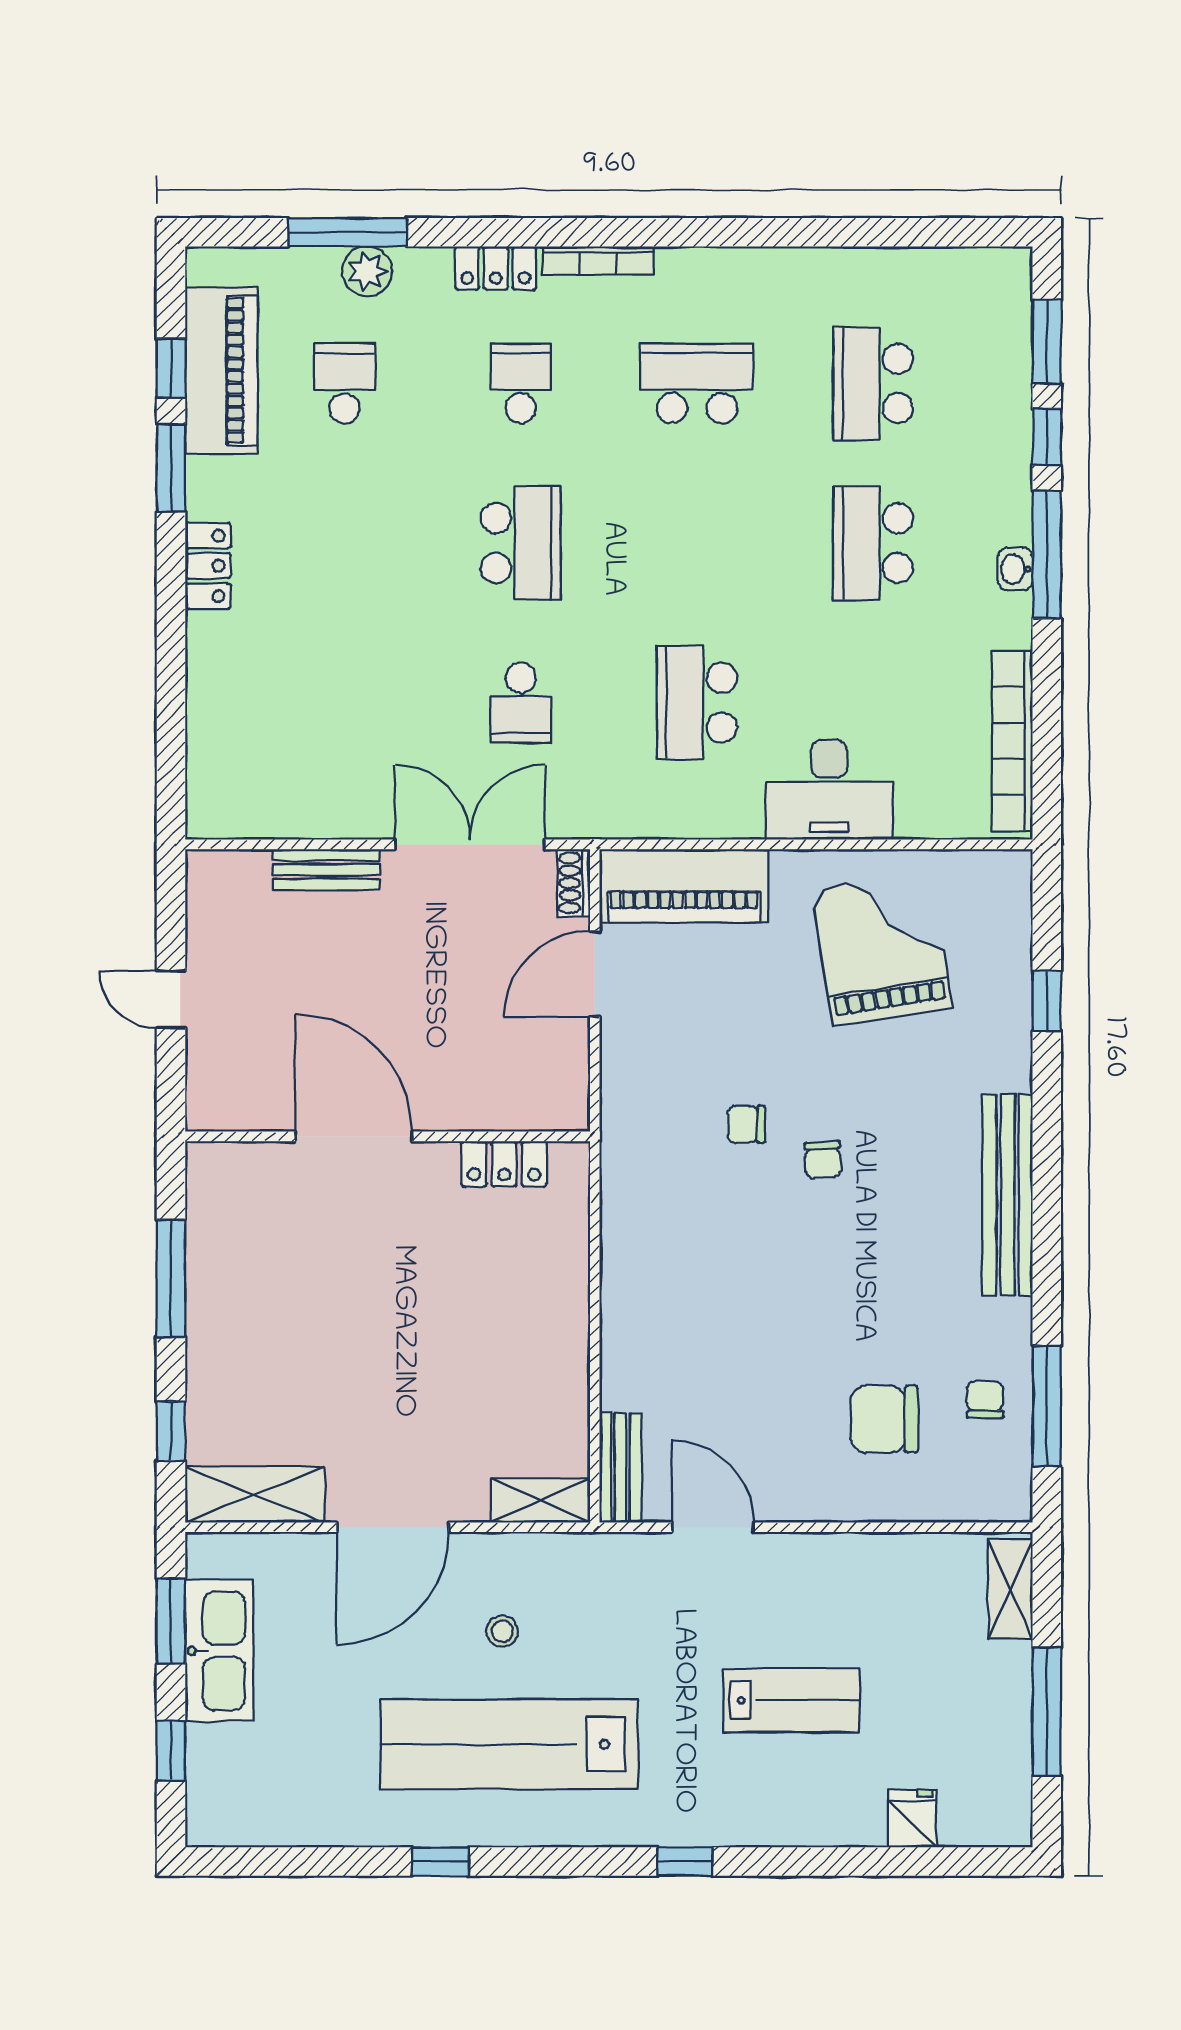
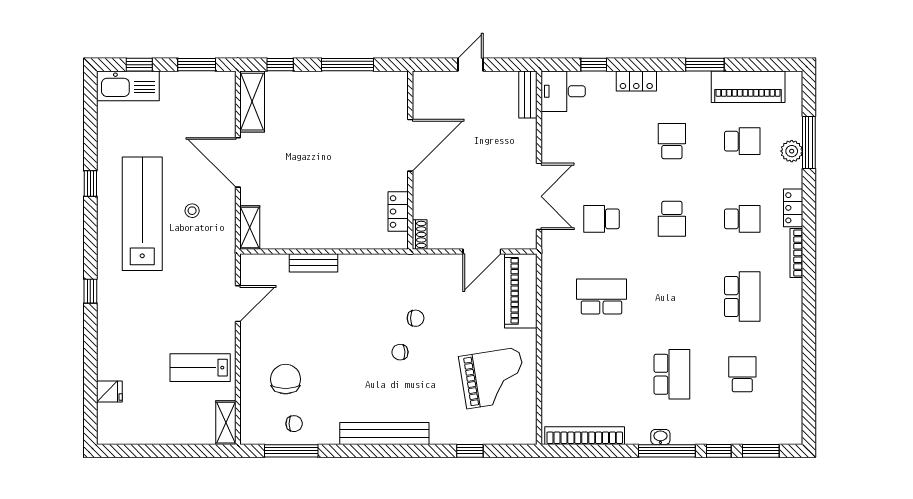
window: (171, 368) -> (594, 65), moved
school desk: (873, 383) -> (742, 374), width x0.54
school desk: (345, 543) -> (672, 141), added
school desk: (521, 543) -> (672, 219), width x0.54
school desk: (873, 543) -> (672, 374), turned 90
locker: (208, 566) -> (636, 81), moved
desk: (829, 790) -> (563, 91), moved, width x0.73
bench: (326, 870) -> (528, 94), moved
shoe rack: (574, 883) -> (420, 234), moved, turned 90
door: (595, 974) -> (482, 251), swing flipped
chair: (746, 1124) -> (416, 318), turned 90
bench: (620, 1468) -> (313, 263), moved
shelving: (1010, 1589) -> (226, 423), moved, turned 90
kitchen sink: (219, 1651) -> (128, 86), moved
lab bench: (791, 1700) -> (200, 368), moved, turned 90
window: (1047, 1712) -> (157, 451), removed

